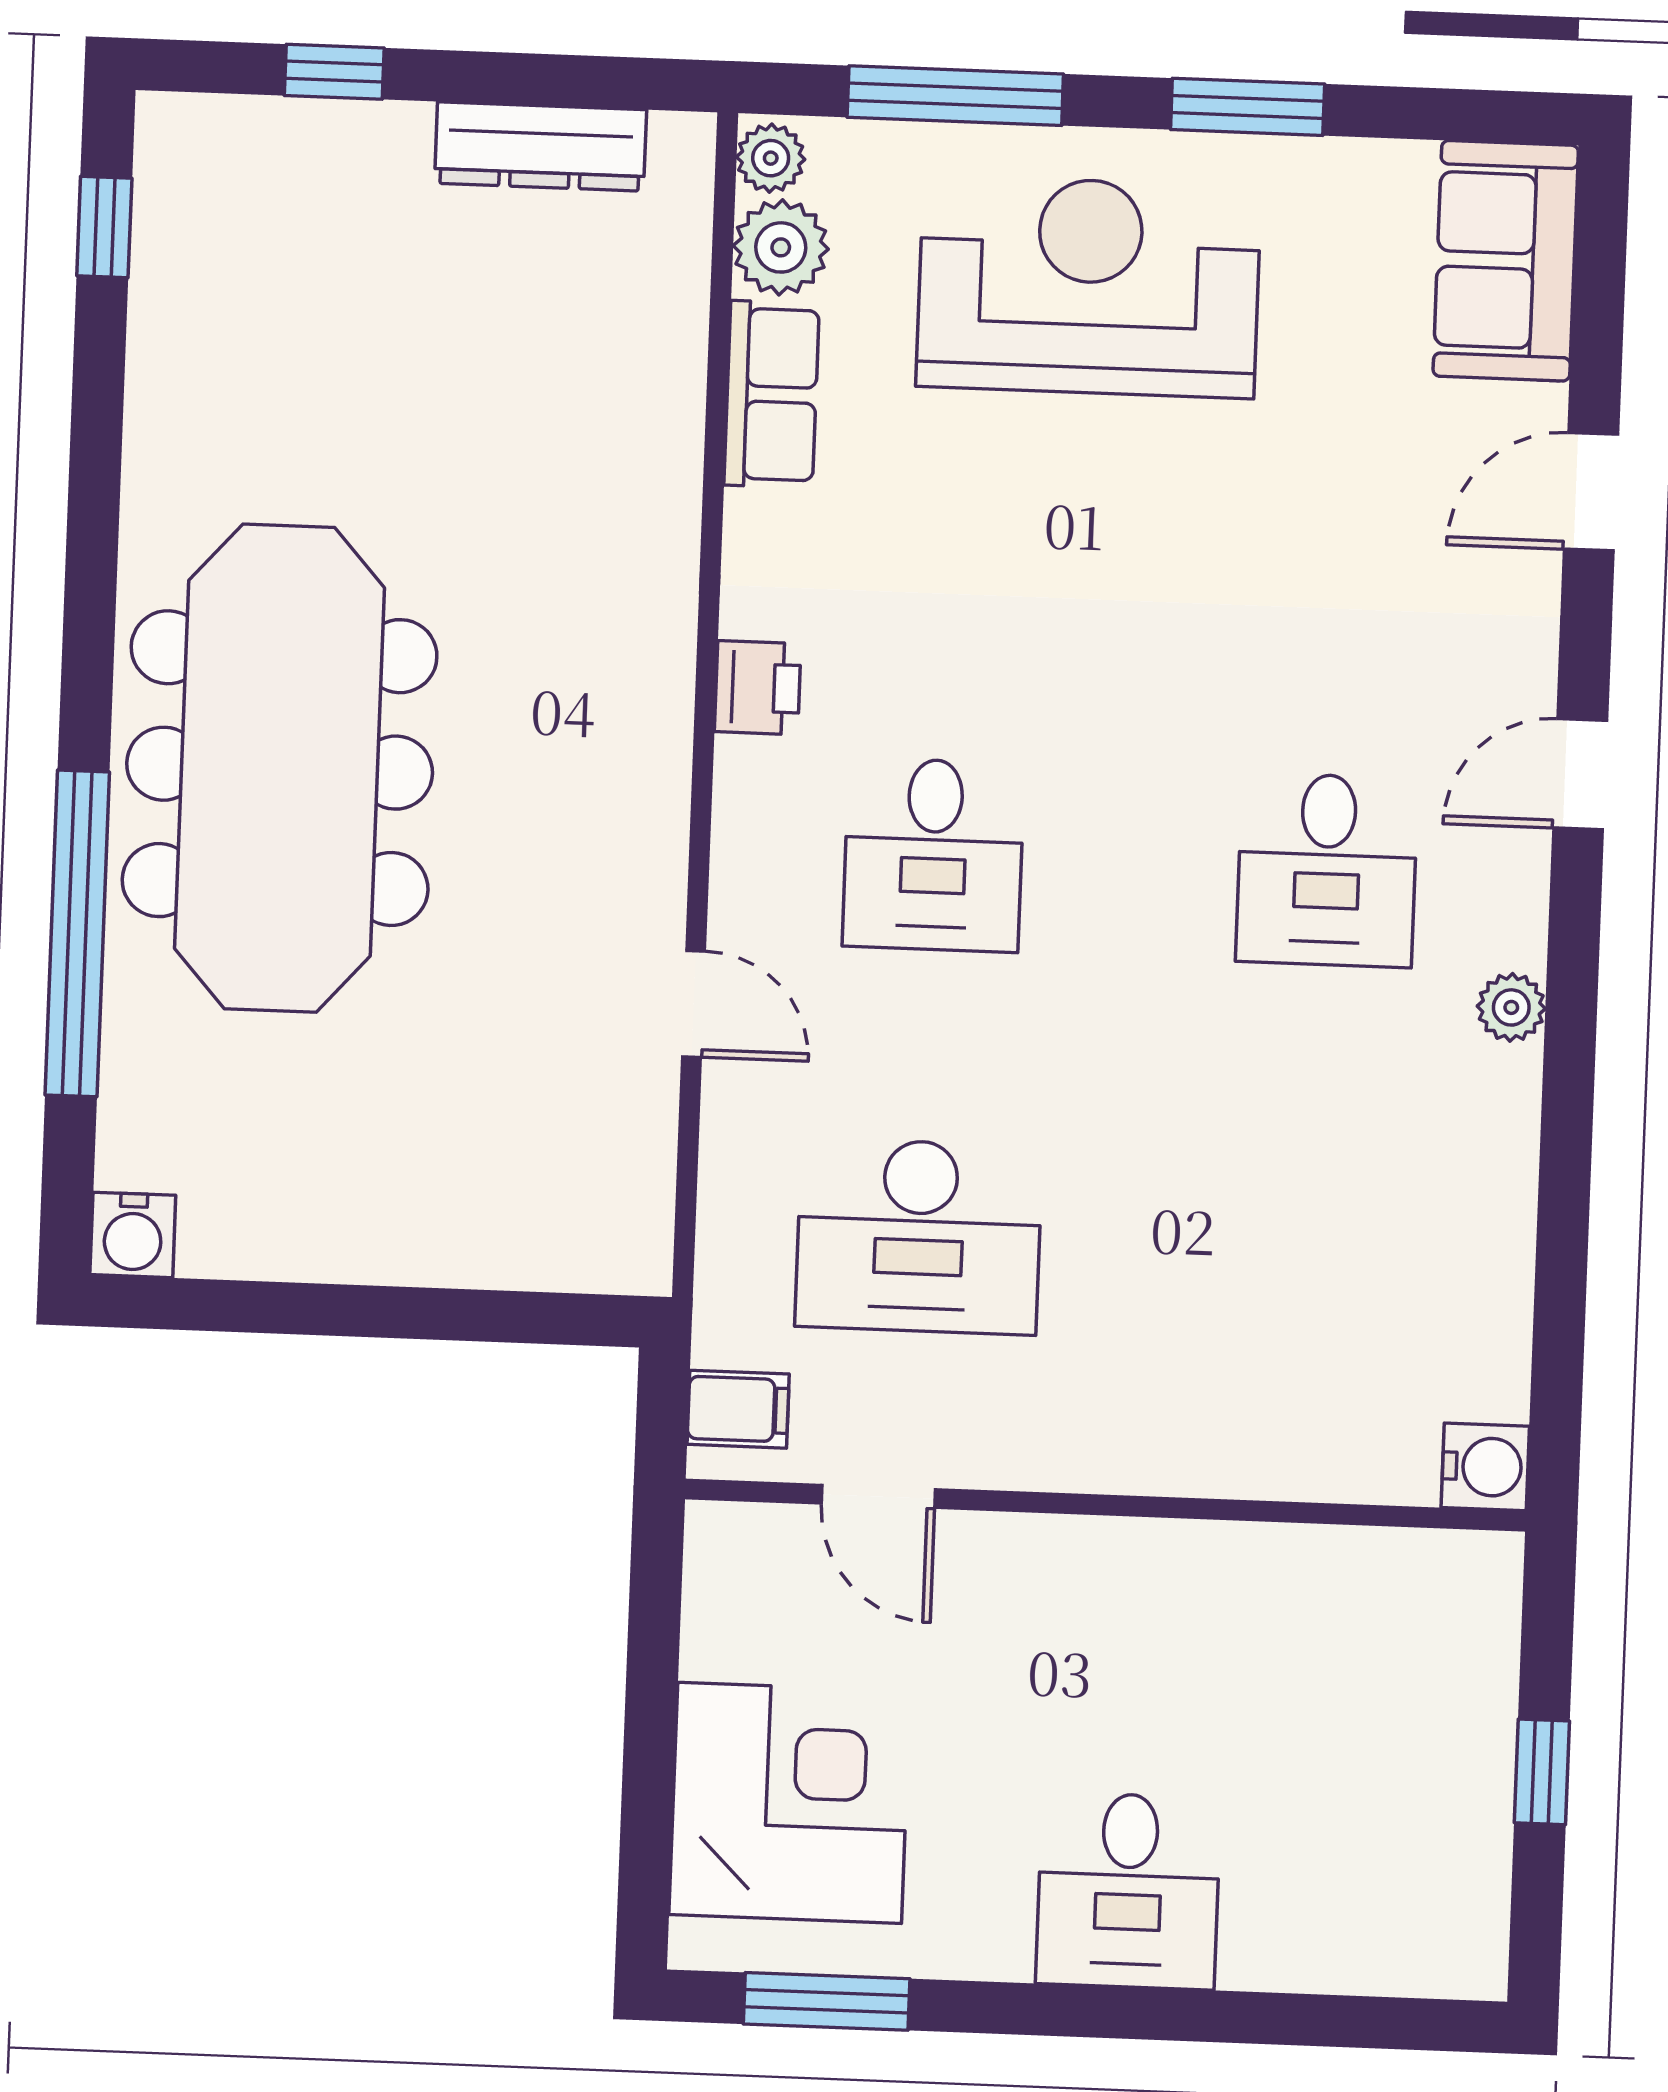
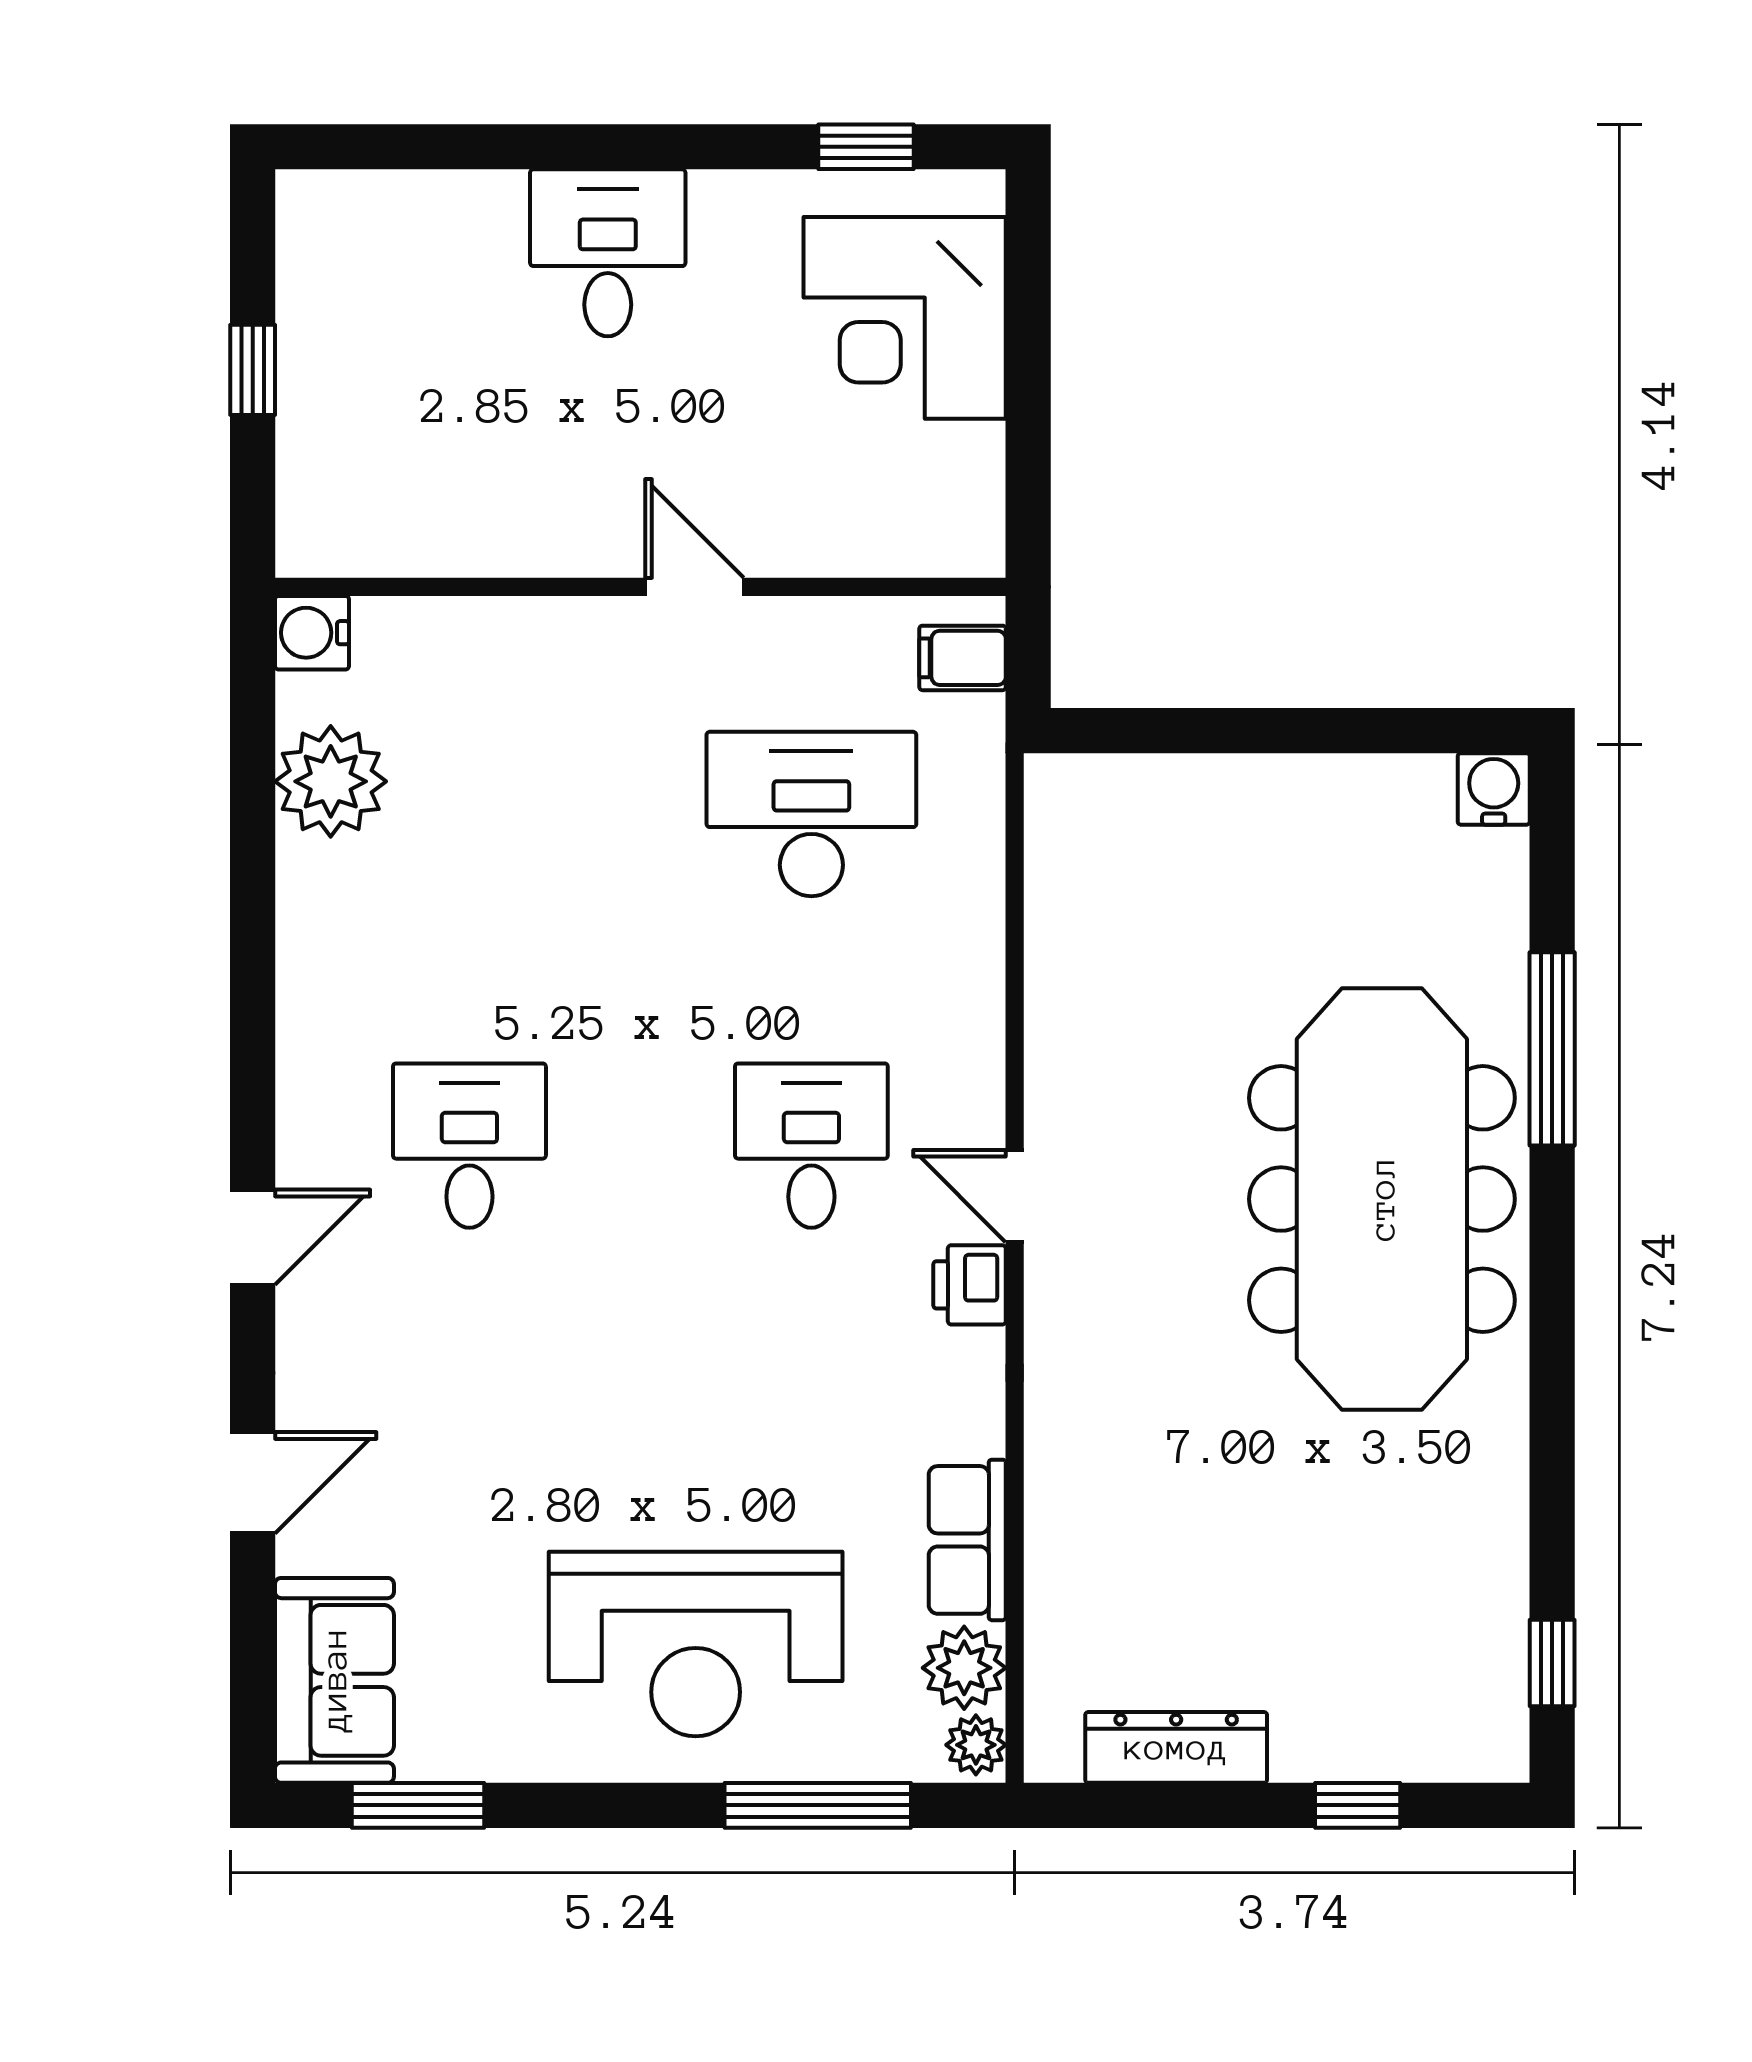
window: (1248, 107) -> (418, 1805), moved
window: (77, 933) -> (1552, 1049), width x0.68
door: (694, 1004) -> (1015, 1196), moved
plant: (1511, 1007) -> (331, 781), moved, width x1.87, depth x1.87
door: (878, 1496) -> (694, 587), moved
window: (827, 2001) -> (866, 147), width x0.67

